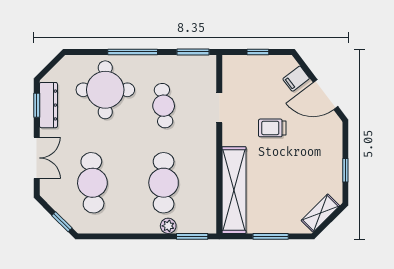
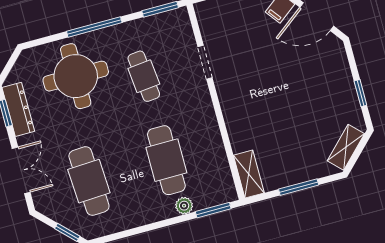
trolley: (272, 128) -> (268, 69), removed
shelving: (234, 190) -> (249, 174), width x0.45, depth x0.75

